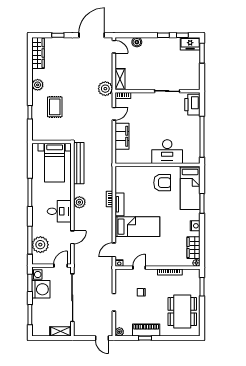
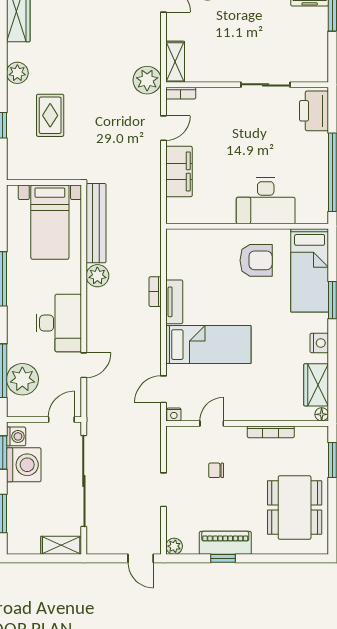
plant: (79, 202) -> (97, 276), moved
desk: (59, 211) -> (59, 323), width x1.37

